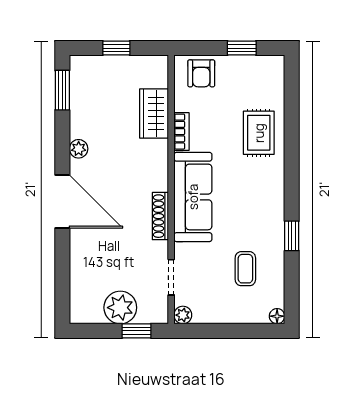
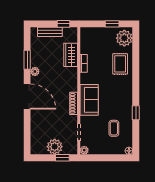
window: (116, 48) -> (64, 24), moved
bench: (110, 65) -> (50, 32), added
armchair: (201, 73) -> (93, 36), removed
plant: (267, 78) -> (124, 38), added
window: (62, 90) -> (27, 60), moved
sofa: (193, 197) -> (89, 100), width x0.73

